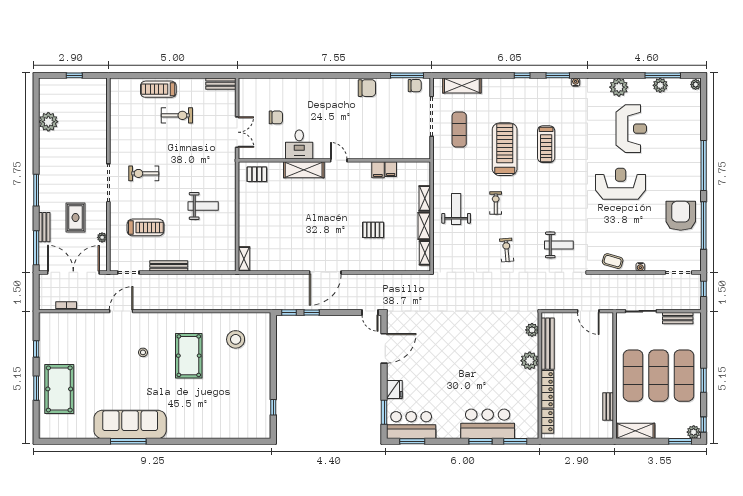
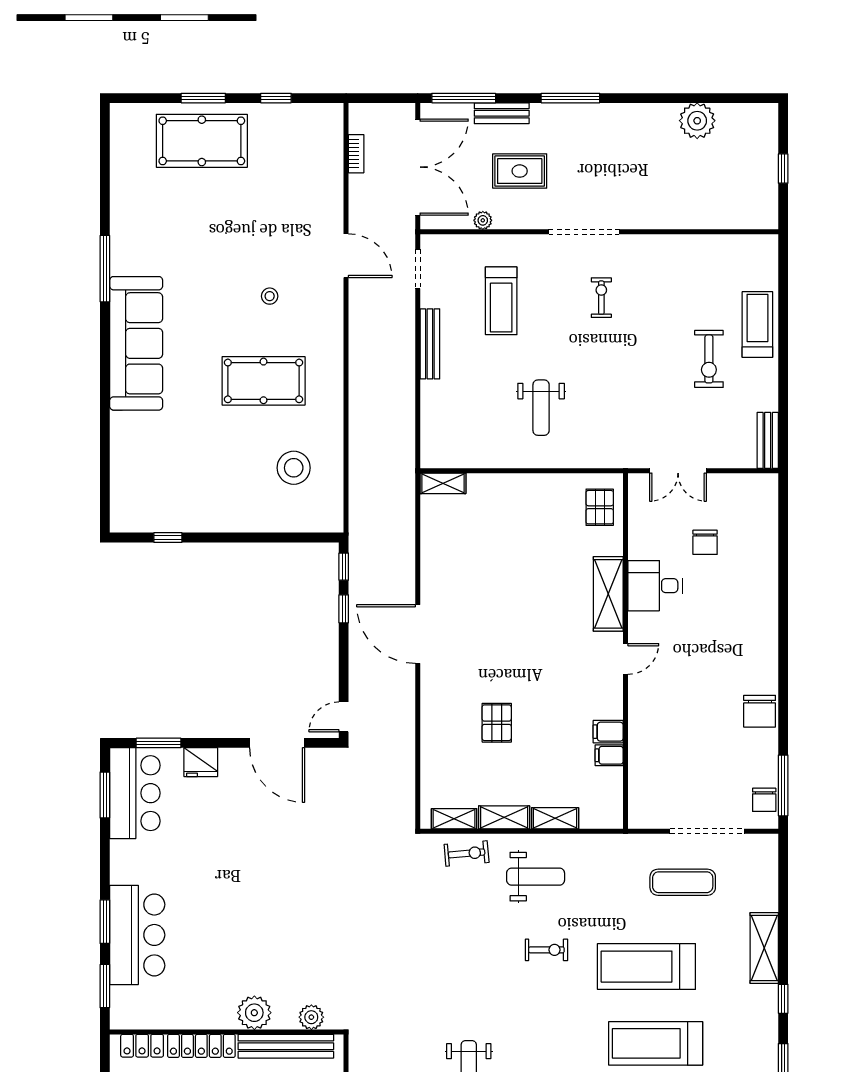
shelving: (462, 86) -> (764, 948), moved
treadmill: (546, 144) -> (656, 1043), width x1.37, depth x1.38
treadmill: (505, 149) -> (646, 967), turned 180
exercise bike: (144, 173) -> (601, 298), width x0.73, depth x0.72
exercise bike: (507, 250) -> (467, 853), moved
sofa: (130, 424) -> (136, 343), moved

